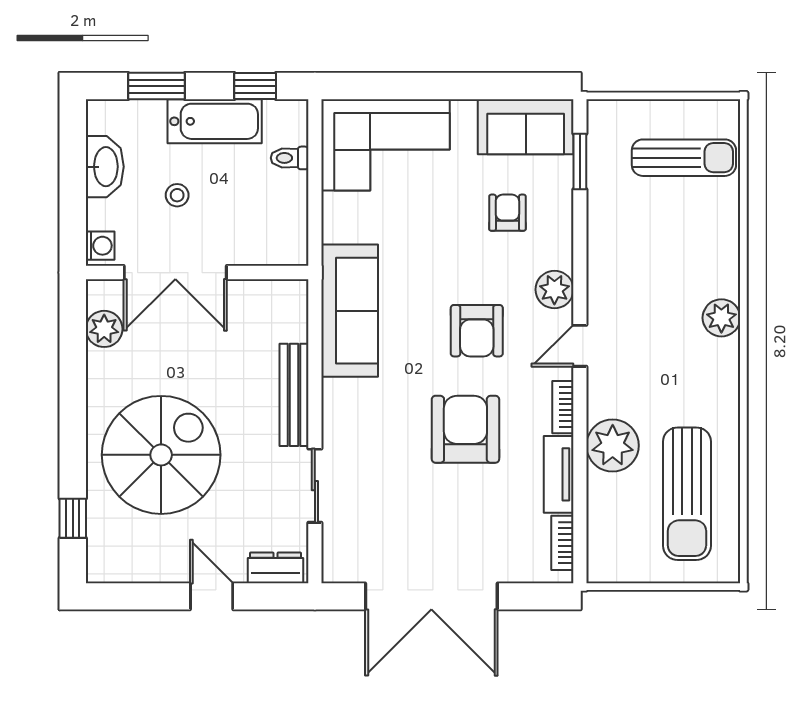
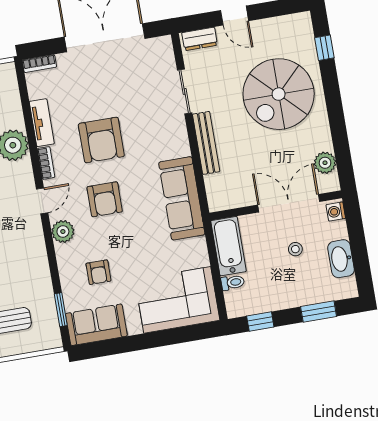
bathtub: (215, 121) -> (229, 246), moved, turned 90
armchair: (477, 331) -> (105, 199), turned 180
bookcase: (562, 543) -> (39, 64), moved, turned 90

